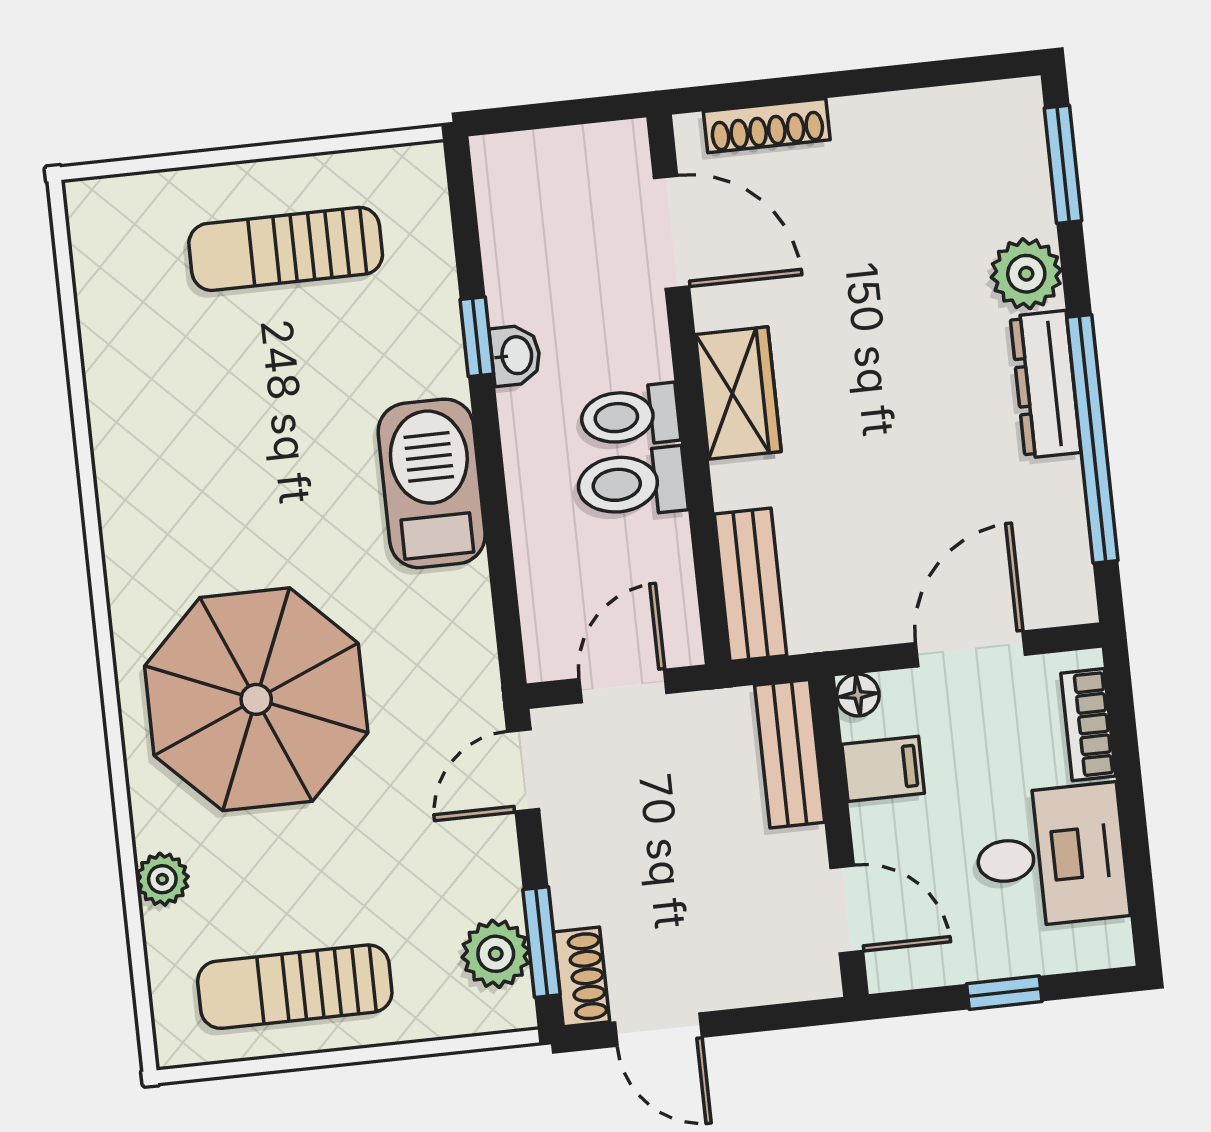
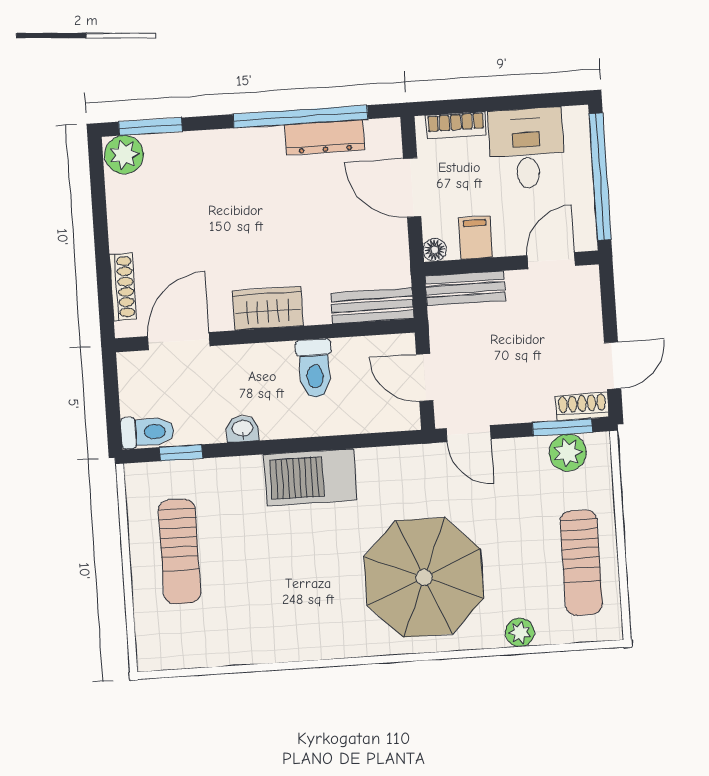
plant: (1026, 274) -> (124, 155), moved
window: (477, 337) -> (181, 453), moved
dresser: (1046, 384) -> (325, 137), moved
toilet: (630, 416) -> (147, 432), moved, turned -90
window: (1004, 993) -> (600, 177), width x3.17

